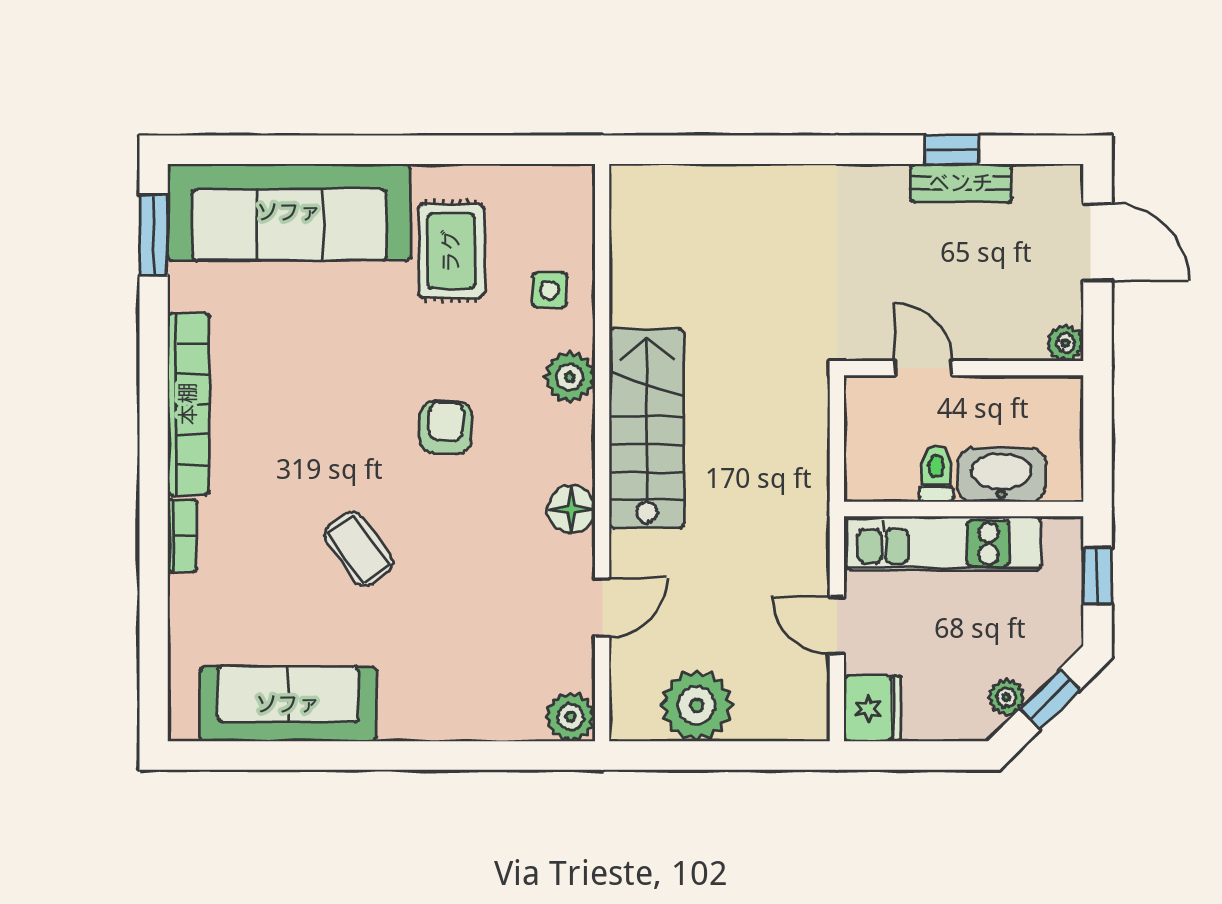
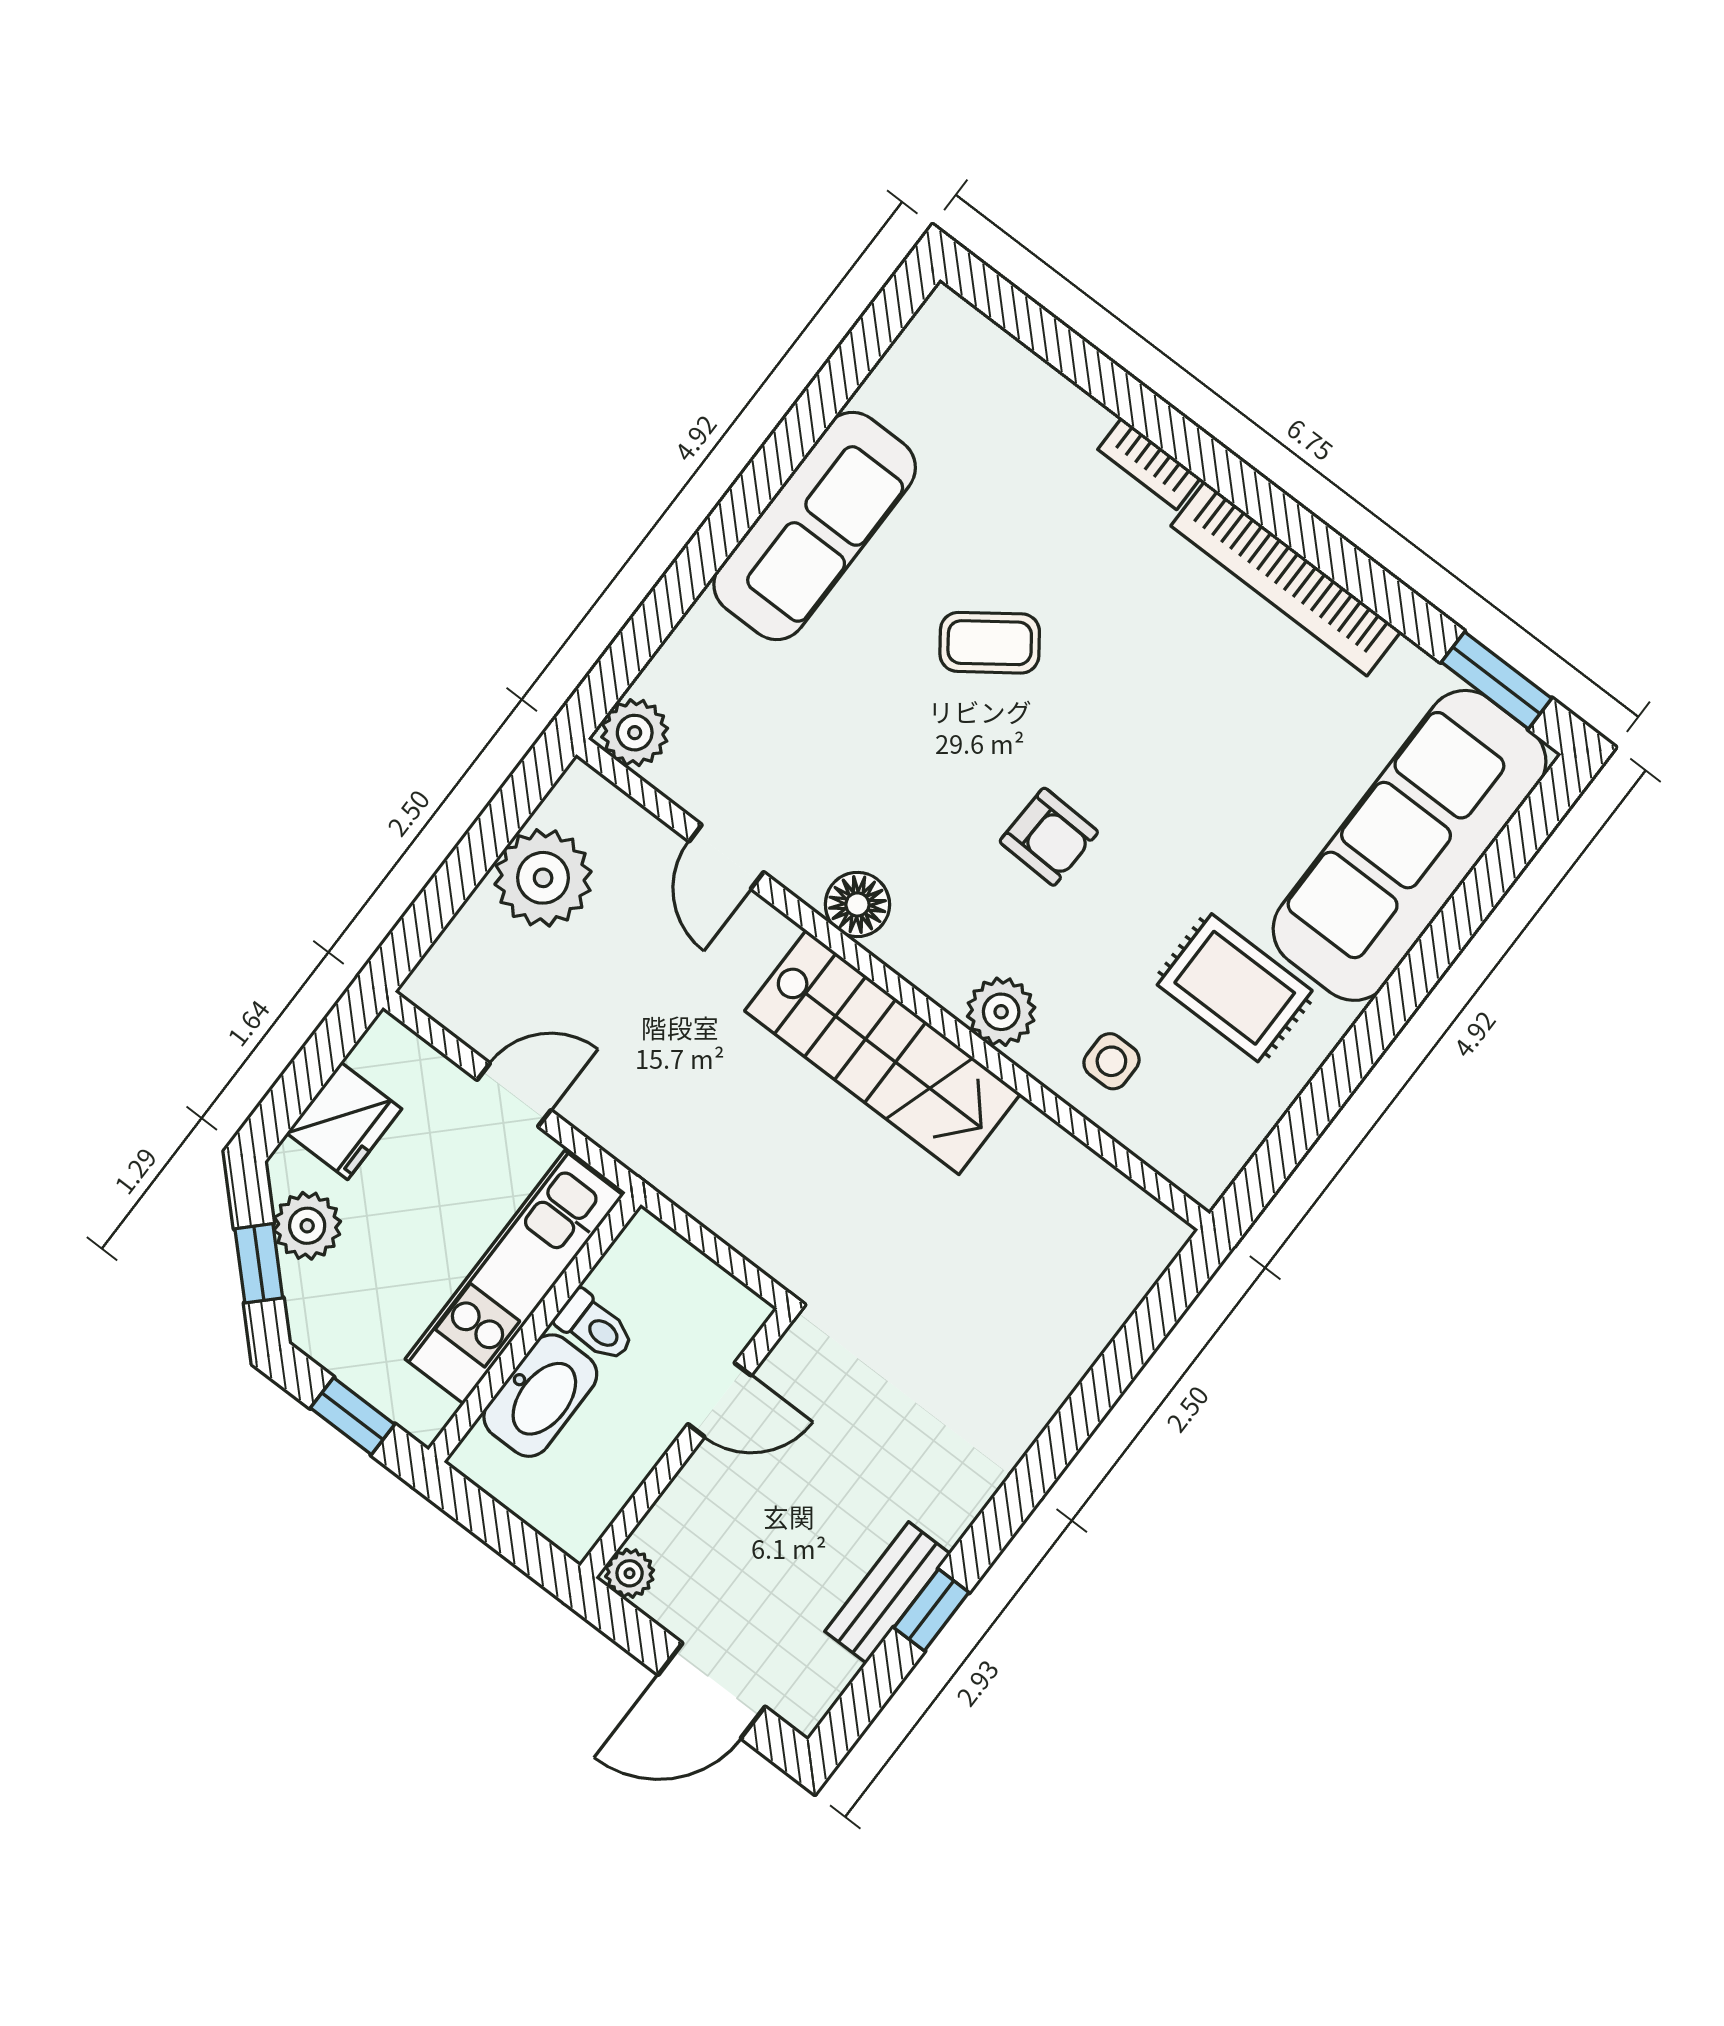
plant: (1006, 697) -> (307, 1226), width x1.38, depth x1.38
sofa: (288, 704) -> (815, 526), moved
fridge: (872, 708) -> (344, 1121), moved, turned -90

